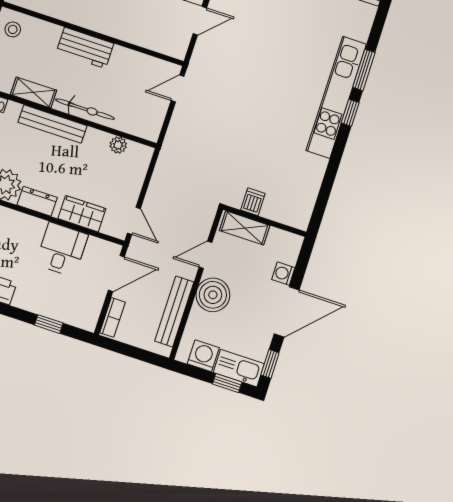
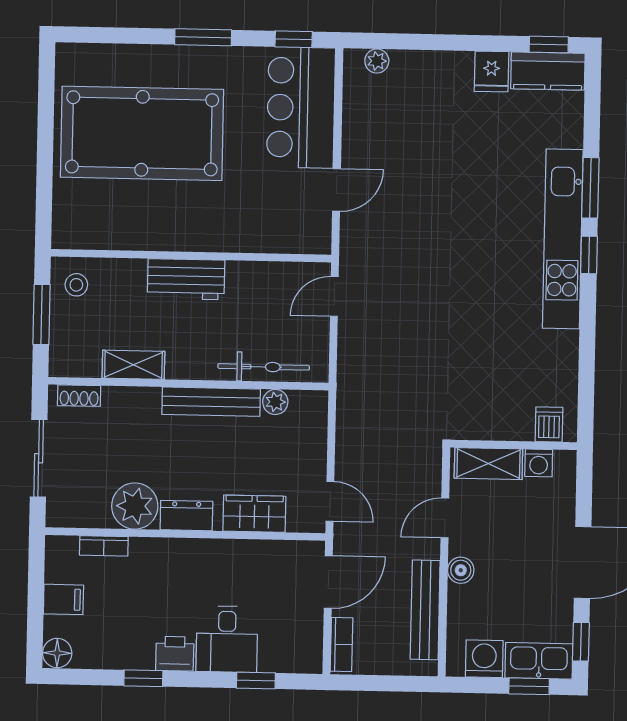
bicycle: (85, 109) -> (264, 367), moved
bench: (52, 124) -> (211, 402), moved
dishwasher: (253, 202) -> (549, 424), moved
desk: (62, 249) -> (227, 639), moved, turned 180
washing machine: (283, 274) -> (539, 463), moved, turned -90
boiler: (213, 295) -> (461, 570), width x0.54, depth x0.54

